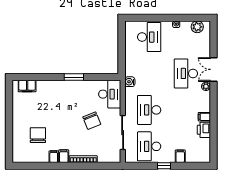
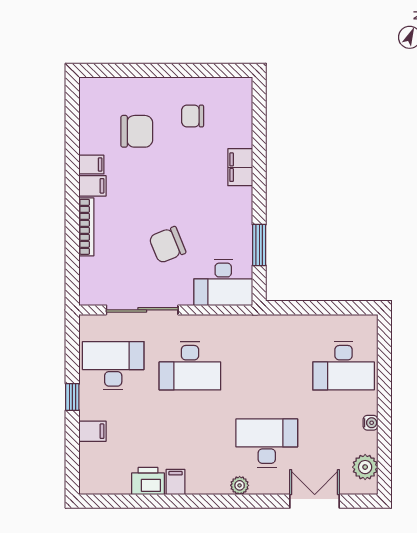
double door: (213, 69) -> (315, 501), moved
window: (74, 77) -> (259, 245), moved
water cooler: (130, 82) -> (249, 325), removed
filing cabinet: (27, 86) -> (240, 167), moved
chair: (31, 109) -> (193, 116), added
desk: (149, 110) -> (190, 366), turned 180

